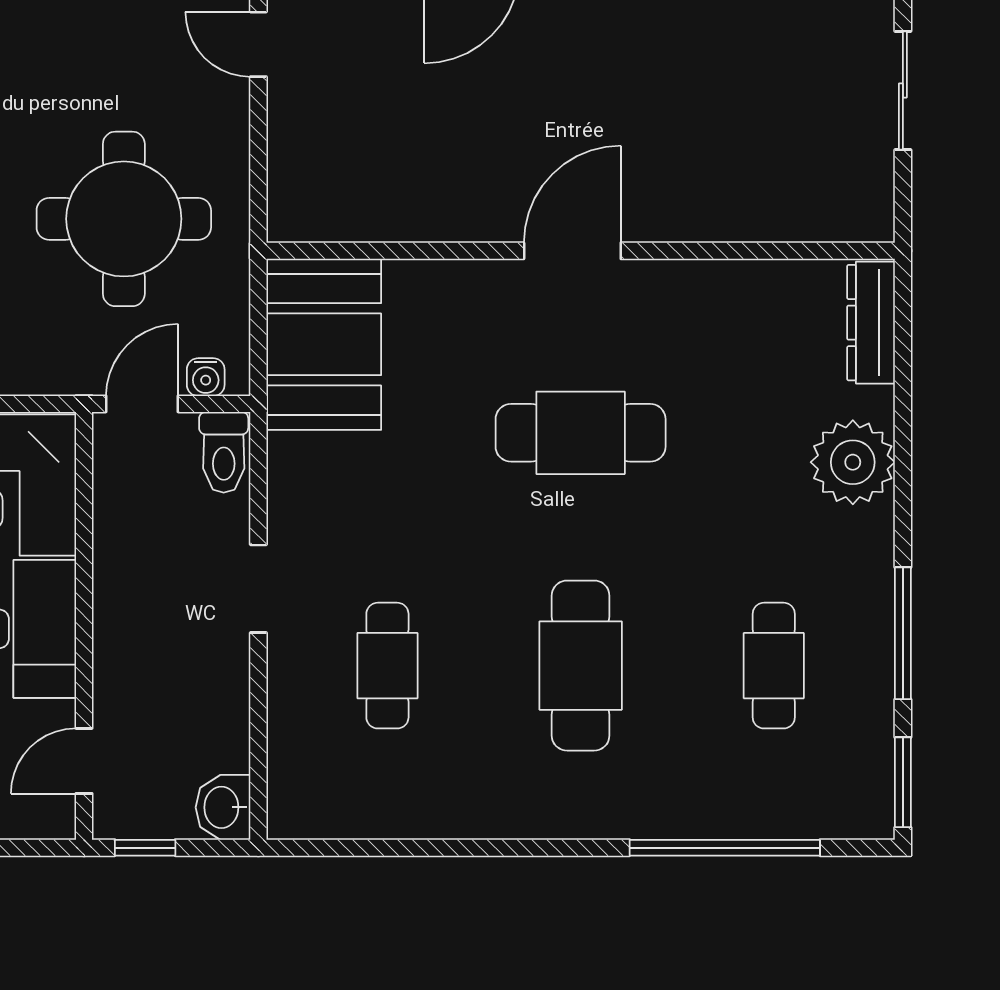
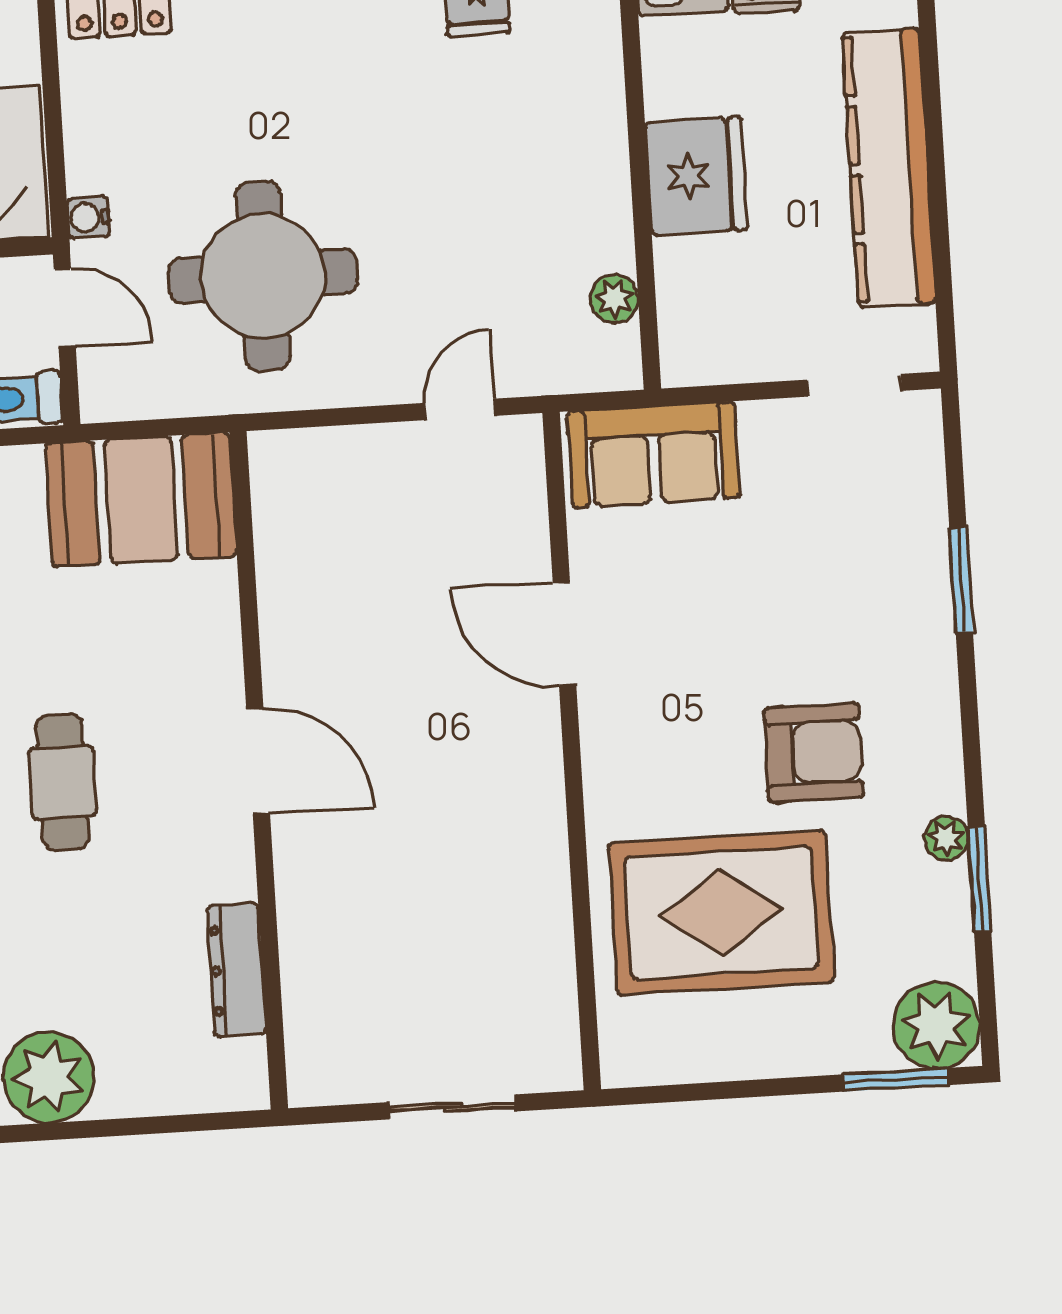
dresser: (871, 323) -> (237, 970), moved, turned -90
water cooler: (206, 377) -> (88, 217), moved
cafe table: (581, 433) -> (62, 782), width x0.73, depth x0.74

